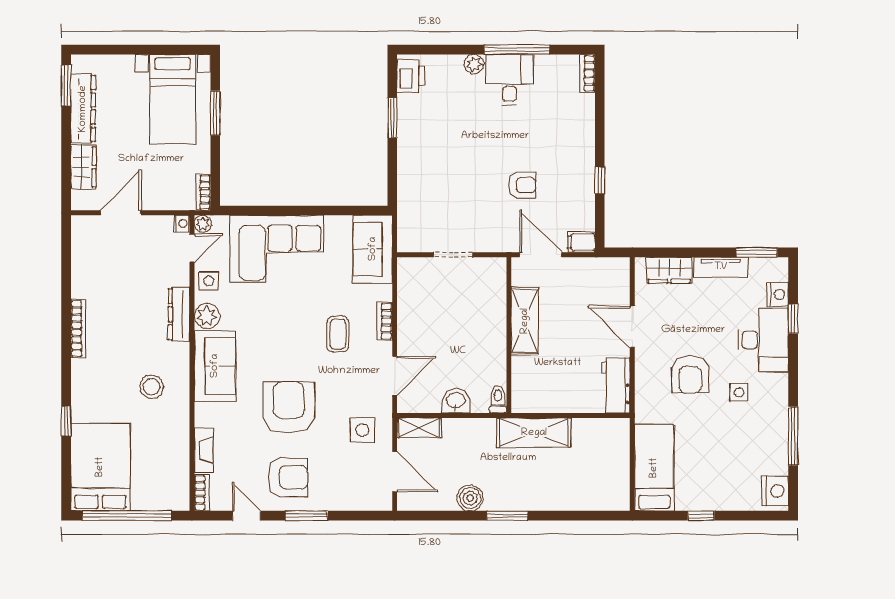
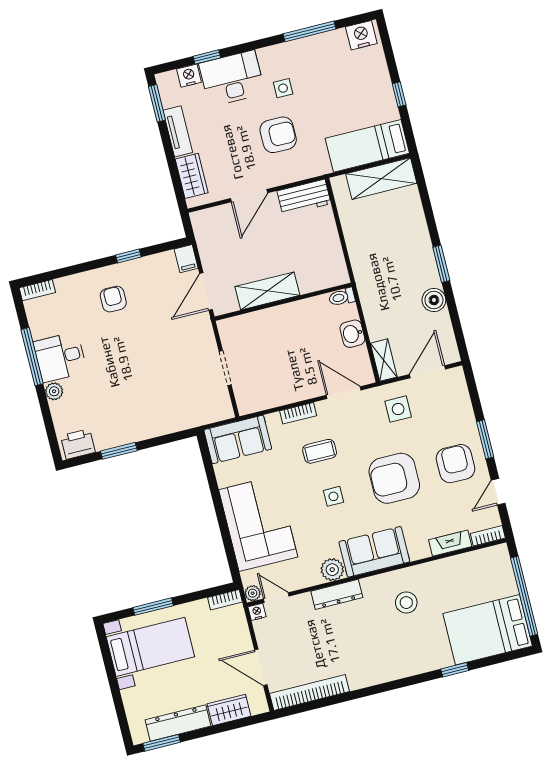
armchair: (522, 185) -> (113, 299), moved
side table: (209, 281) -> (333, 496), moved
bookcase: (78, 329) -> (309, 693), moved, width x1.48, depth x1.31
shelving: (534, 433) -> (381, 179), moved, turned 90

